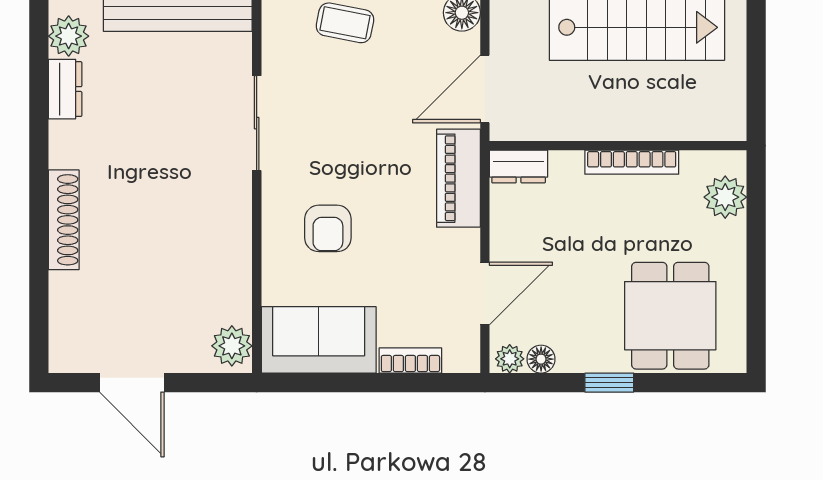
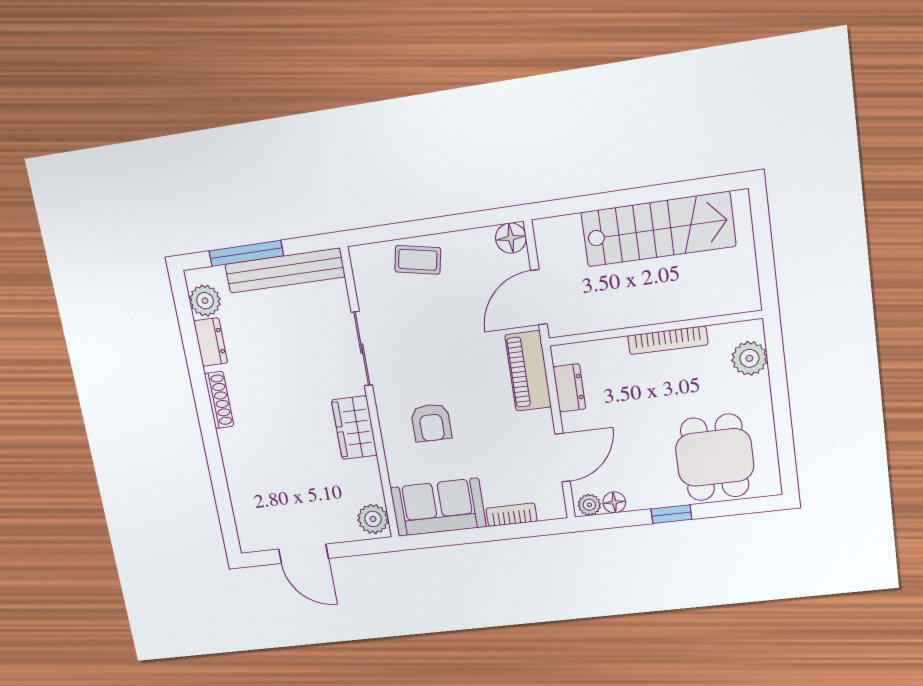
dresser: (519, 167) -> (569, 388), moved, turned -90
shoe rack: (64, 220) -> (219, 400), moved, width x0.74, depth x0.81
wardrobe: (229, 223) -> (354, 428), added

